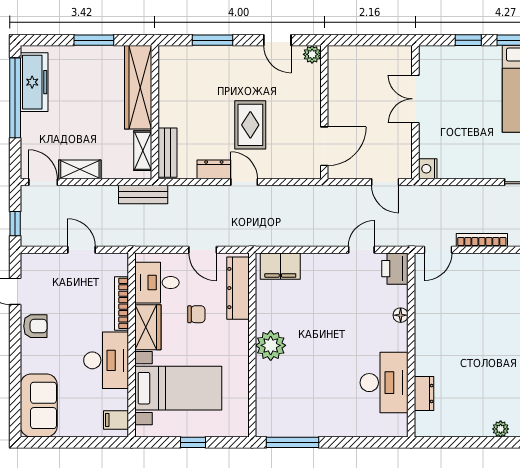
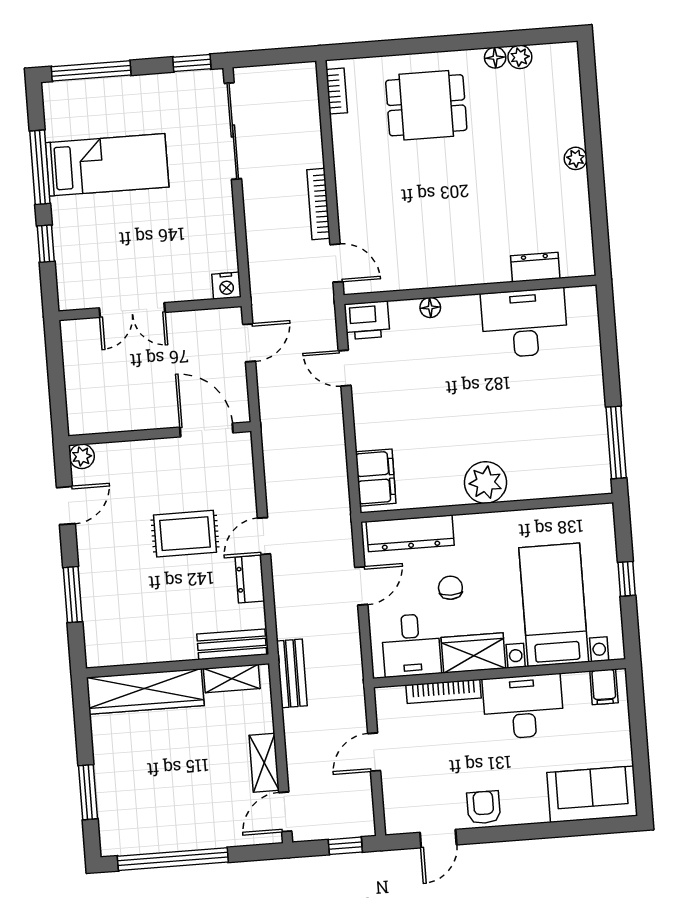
window: (94, 40) -> (88, 792), moved
freezer: (34, 82) -> (149, 835), removed

